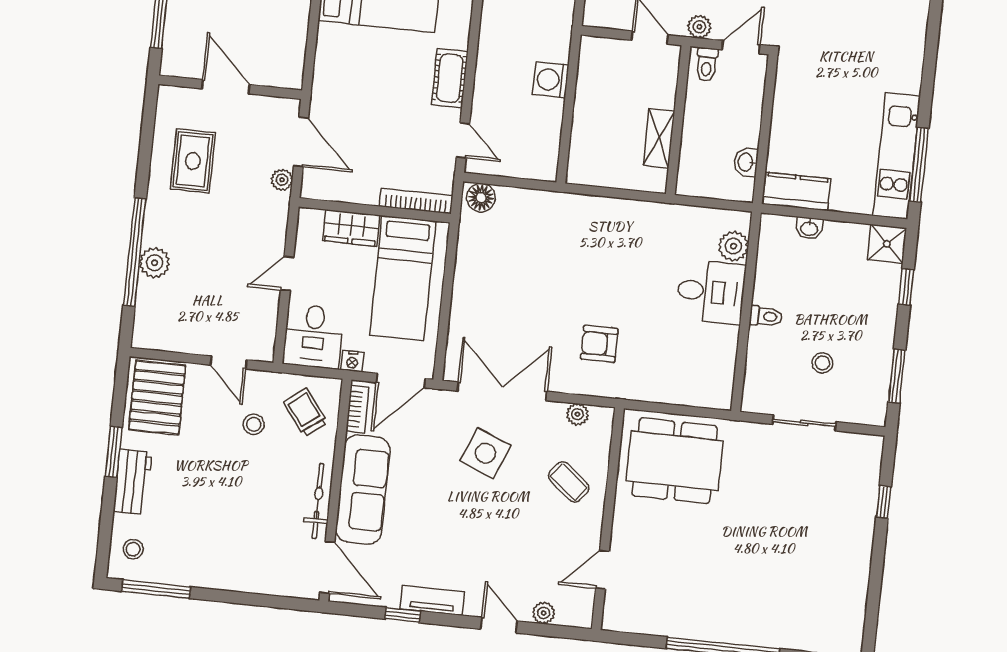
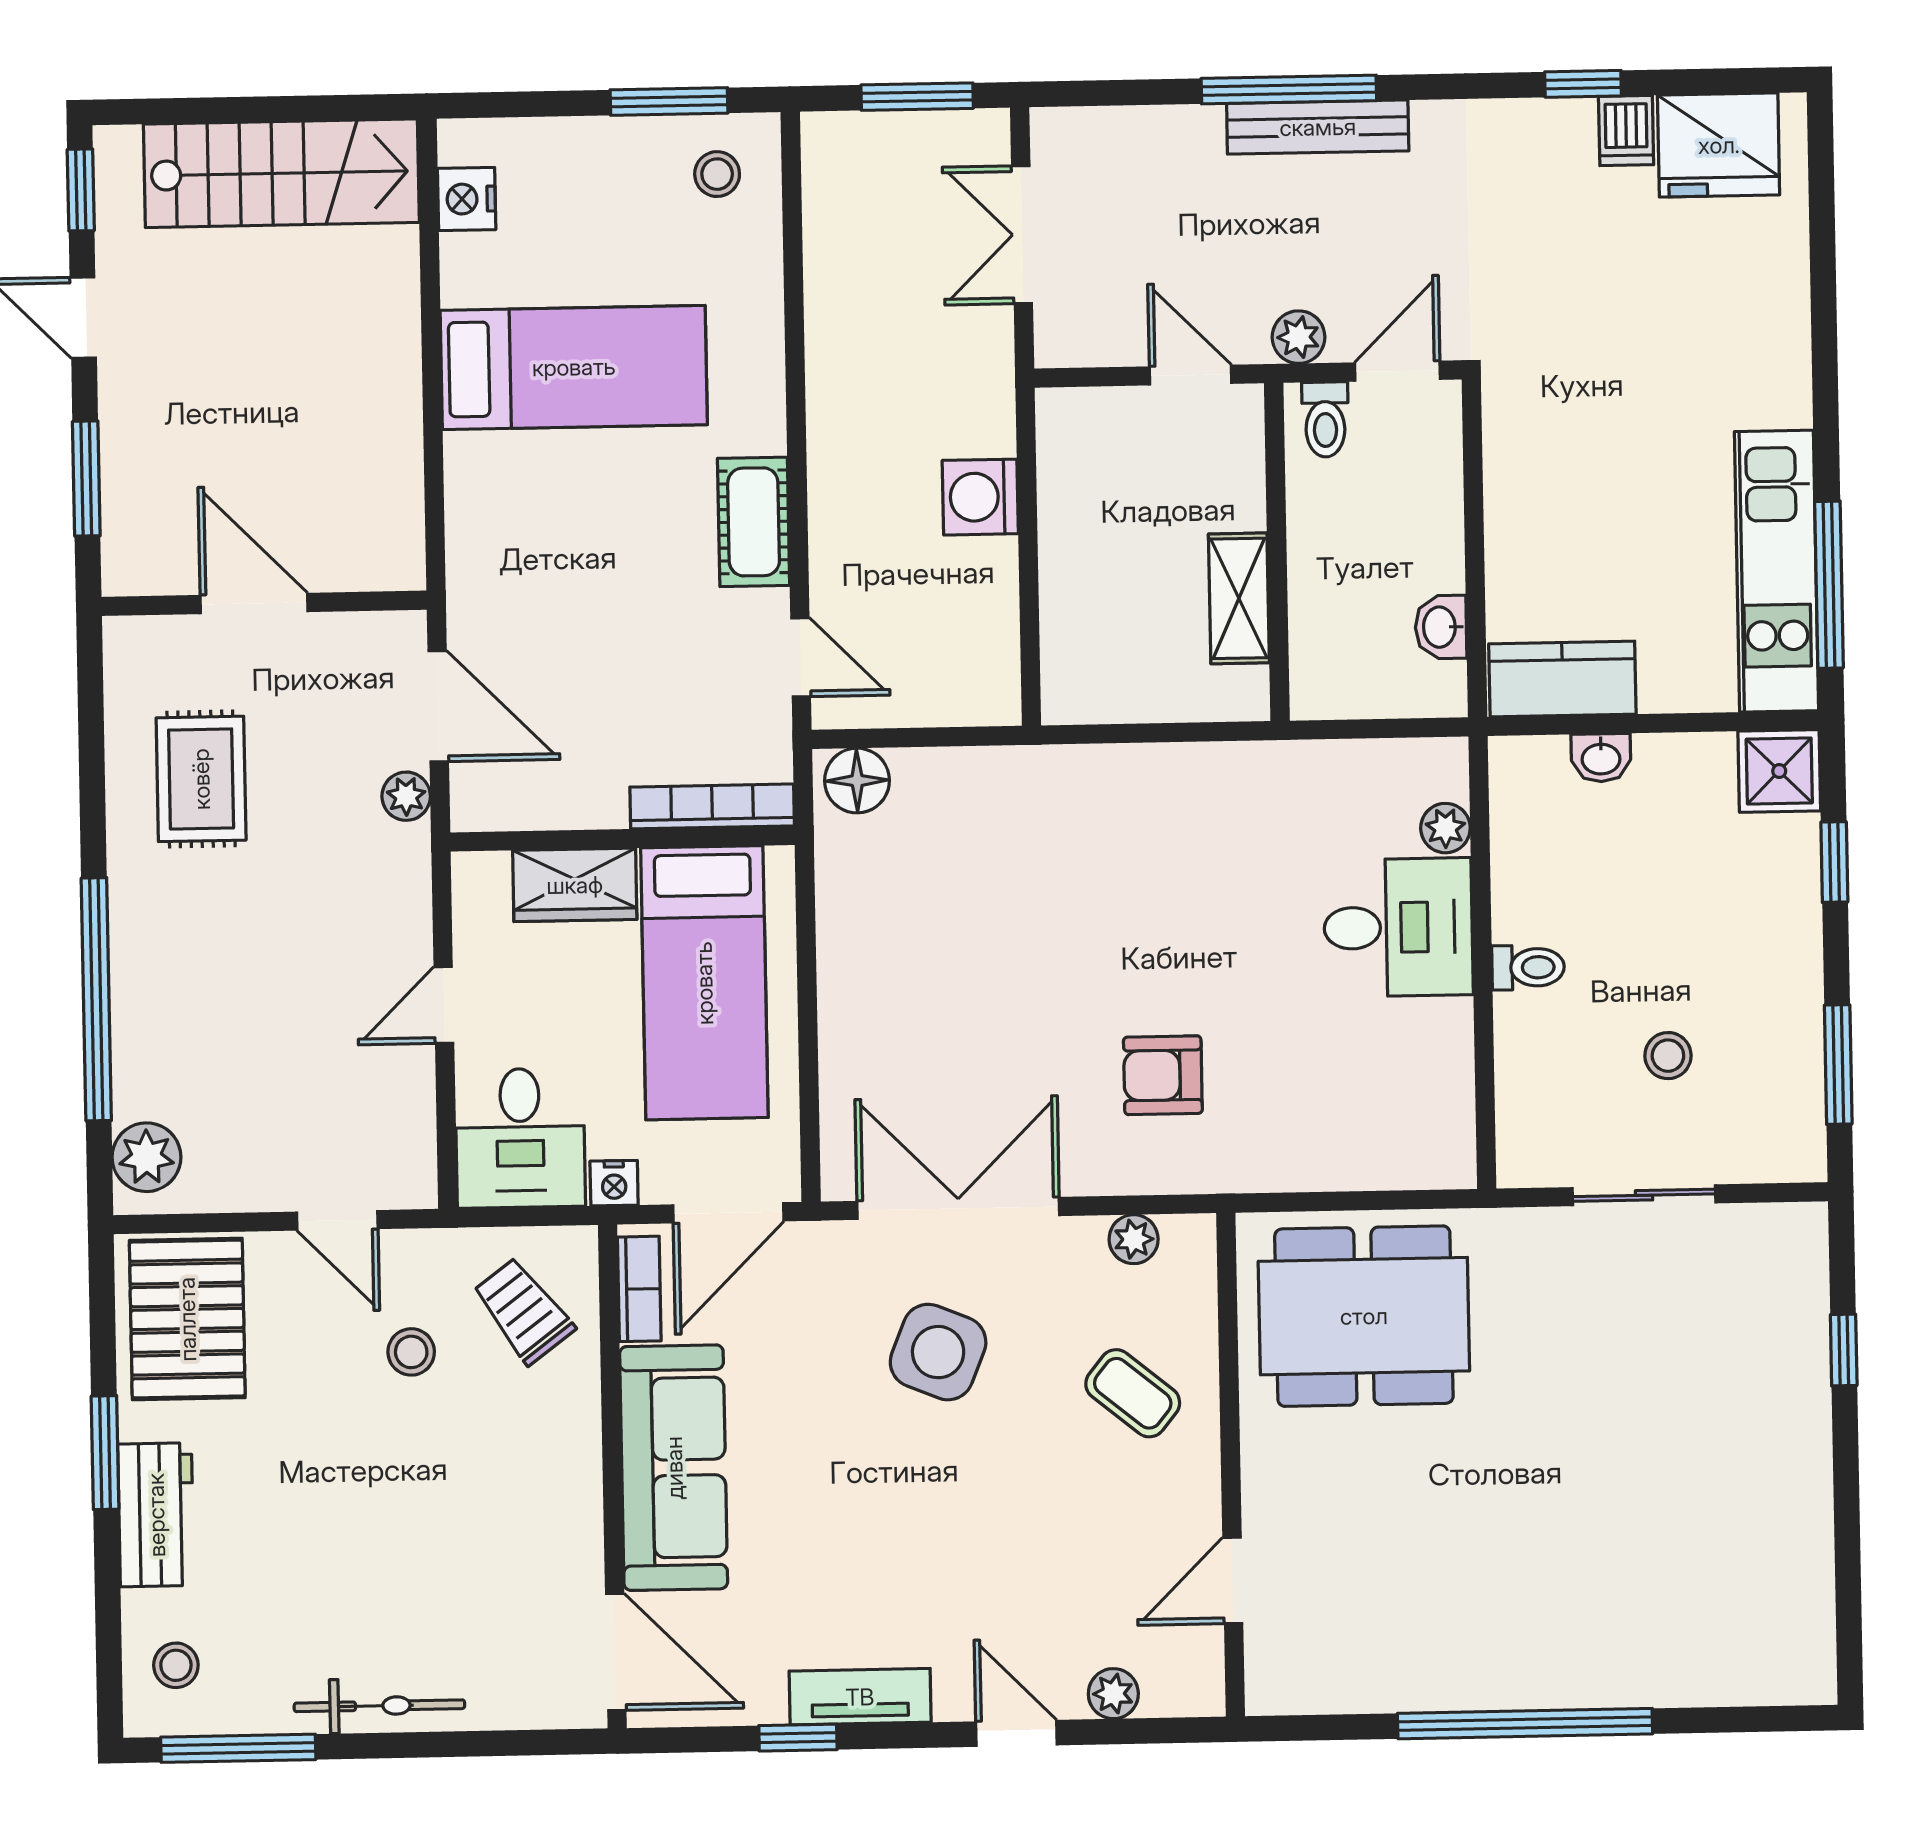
plant: (733, 246) -> (1445, 828), width x0.73, depth x0.73
plant: (155, 263) -> (146, 1157), moved
bicycle: (318, 501) -> (379, 1706), moved, turned 90

